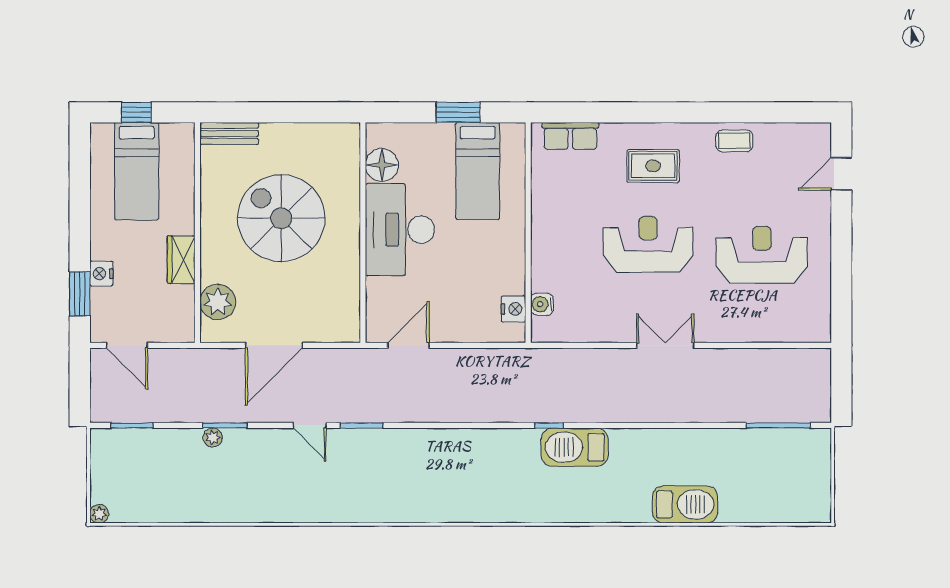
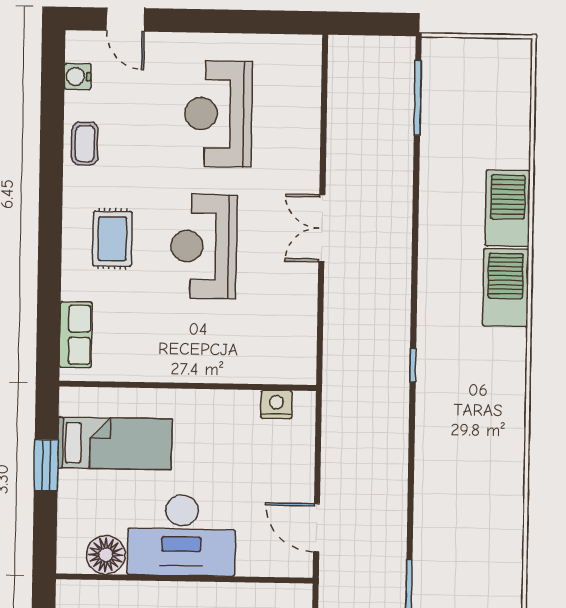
water cooler: (542, 304) -> (78, 76), moved, turned 90
barbecue: (575, 447) -> (506, 288), moved, turned 180

